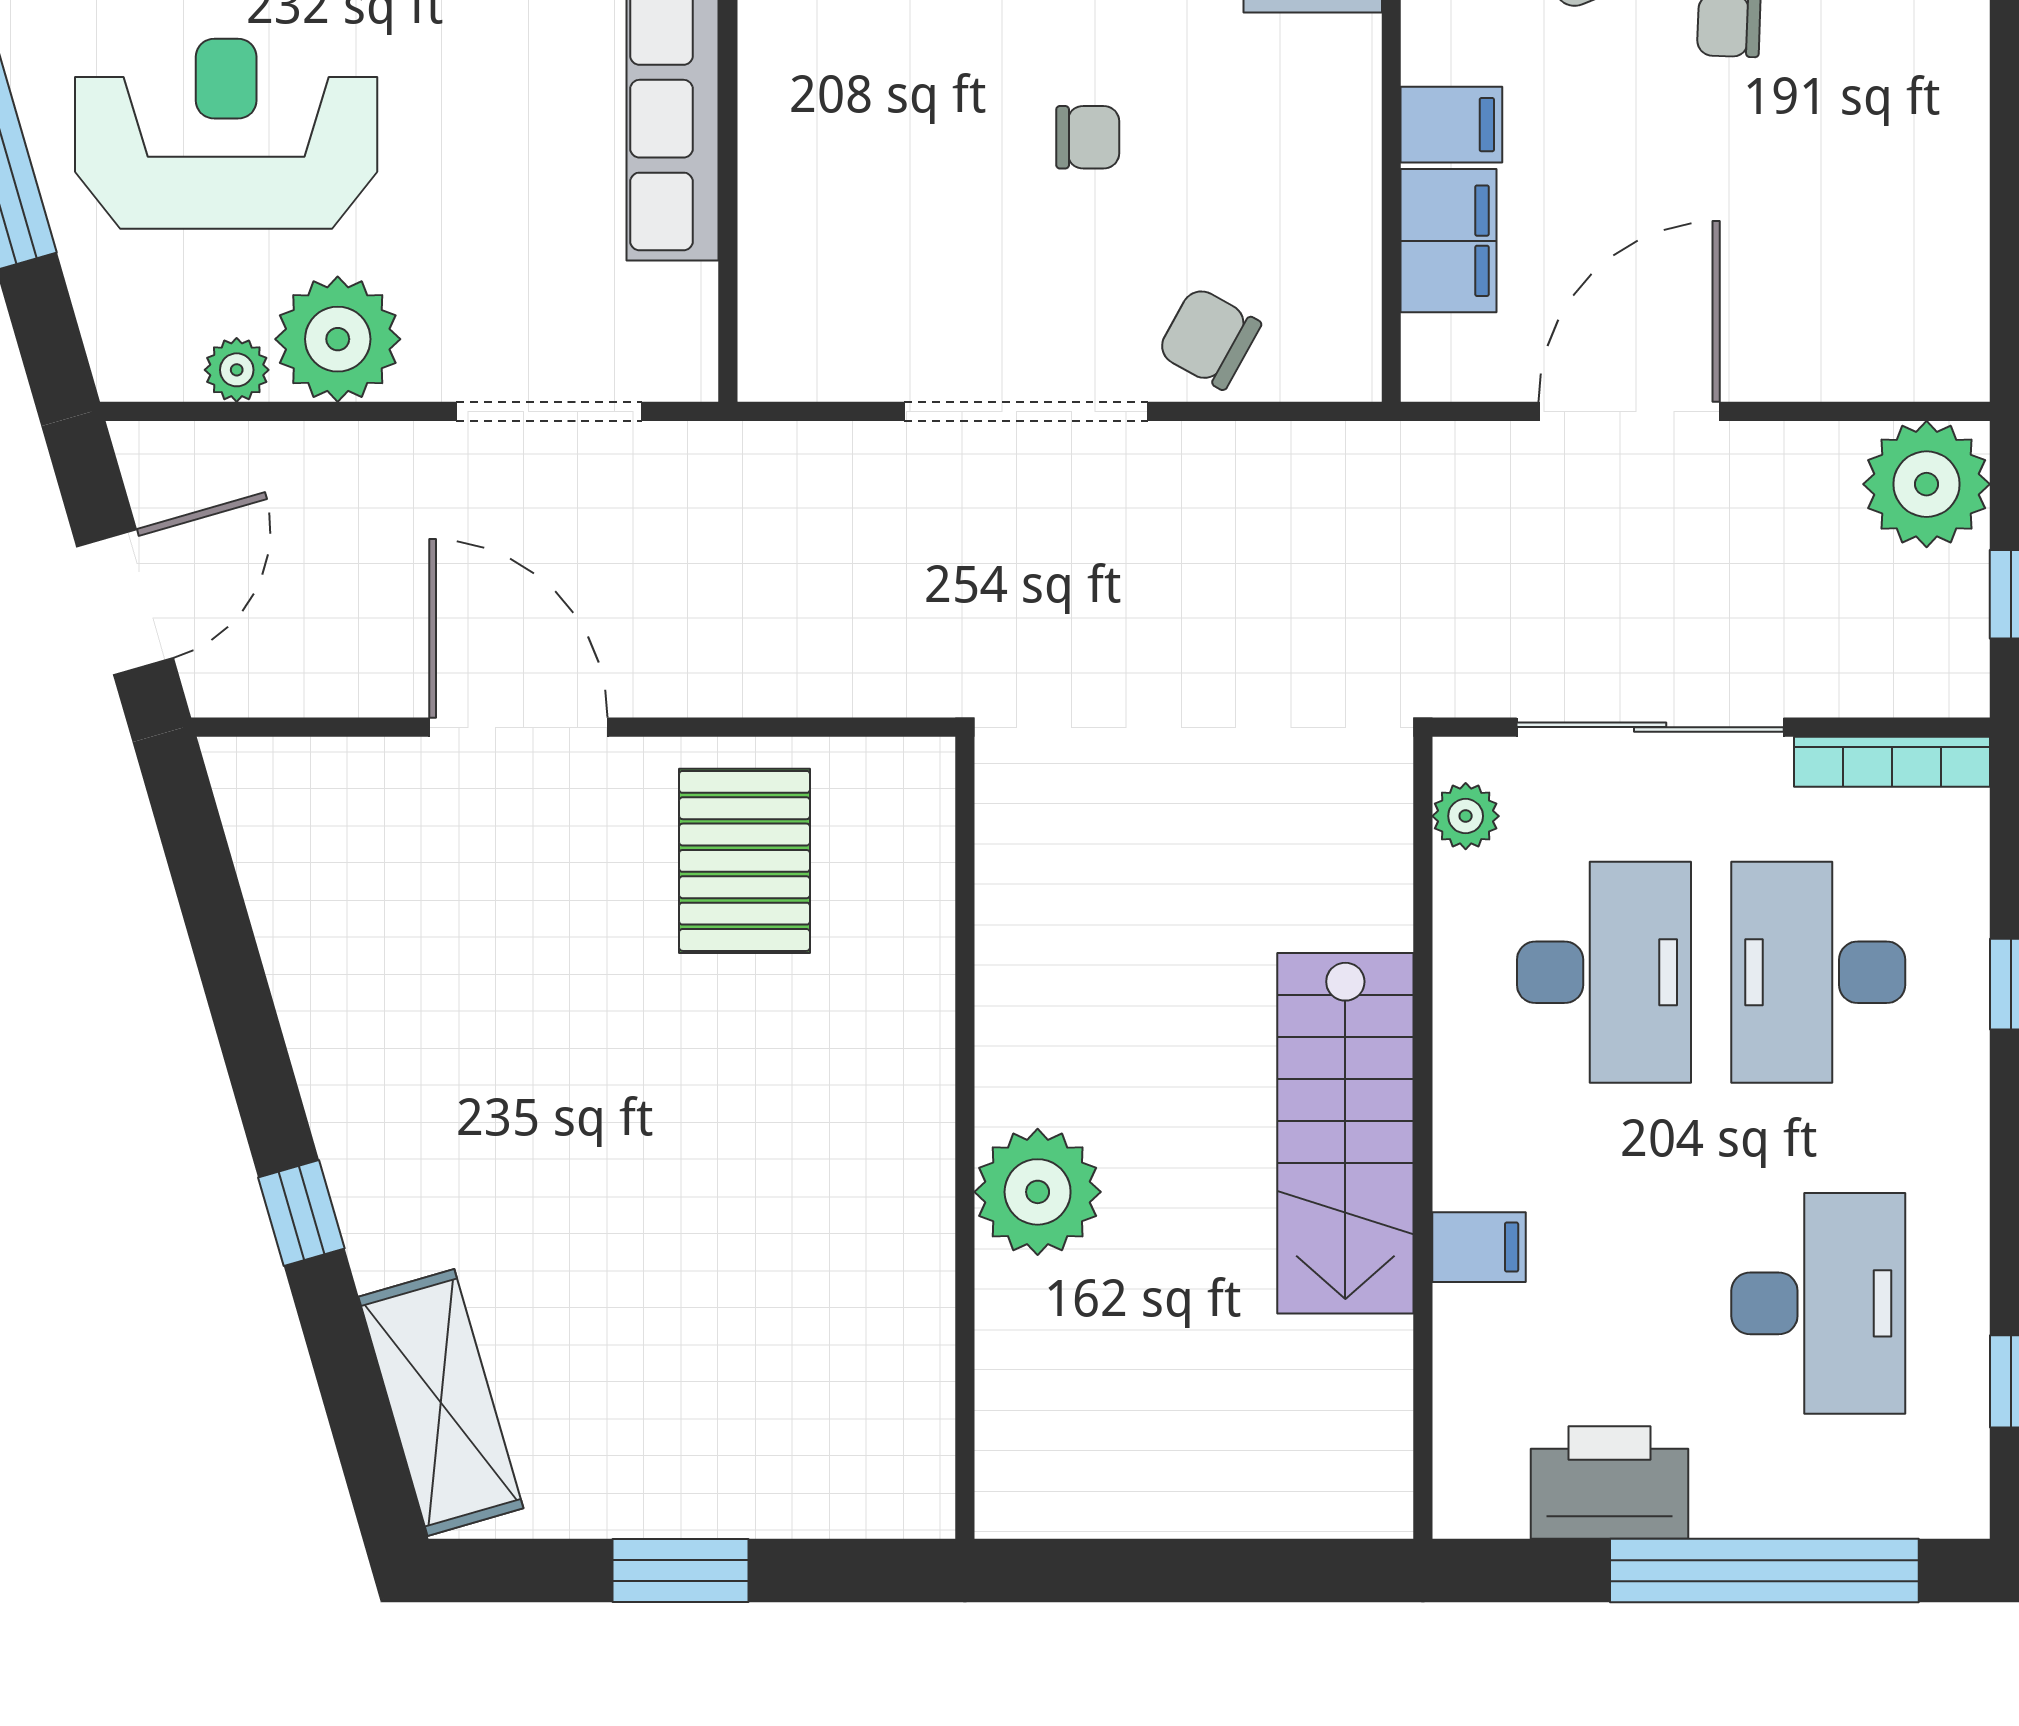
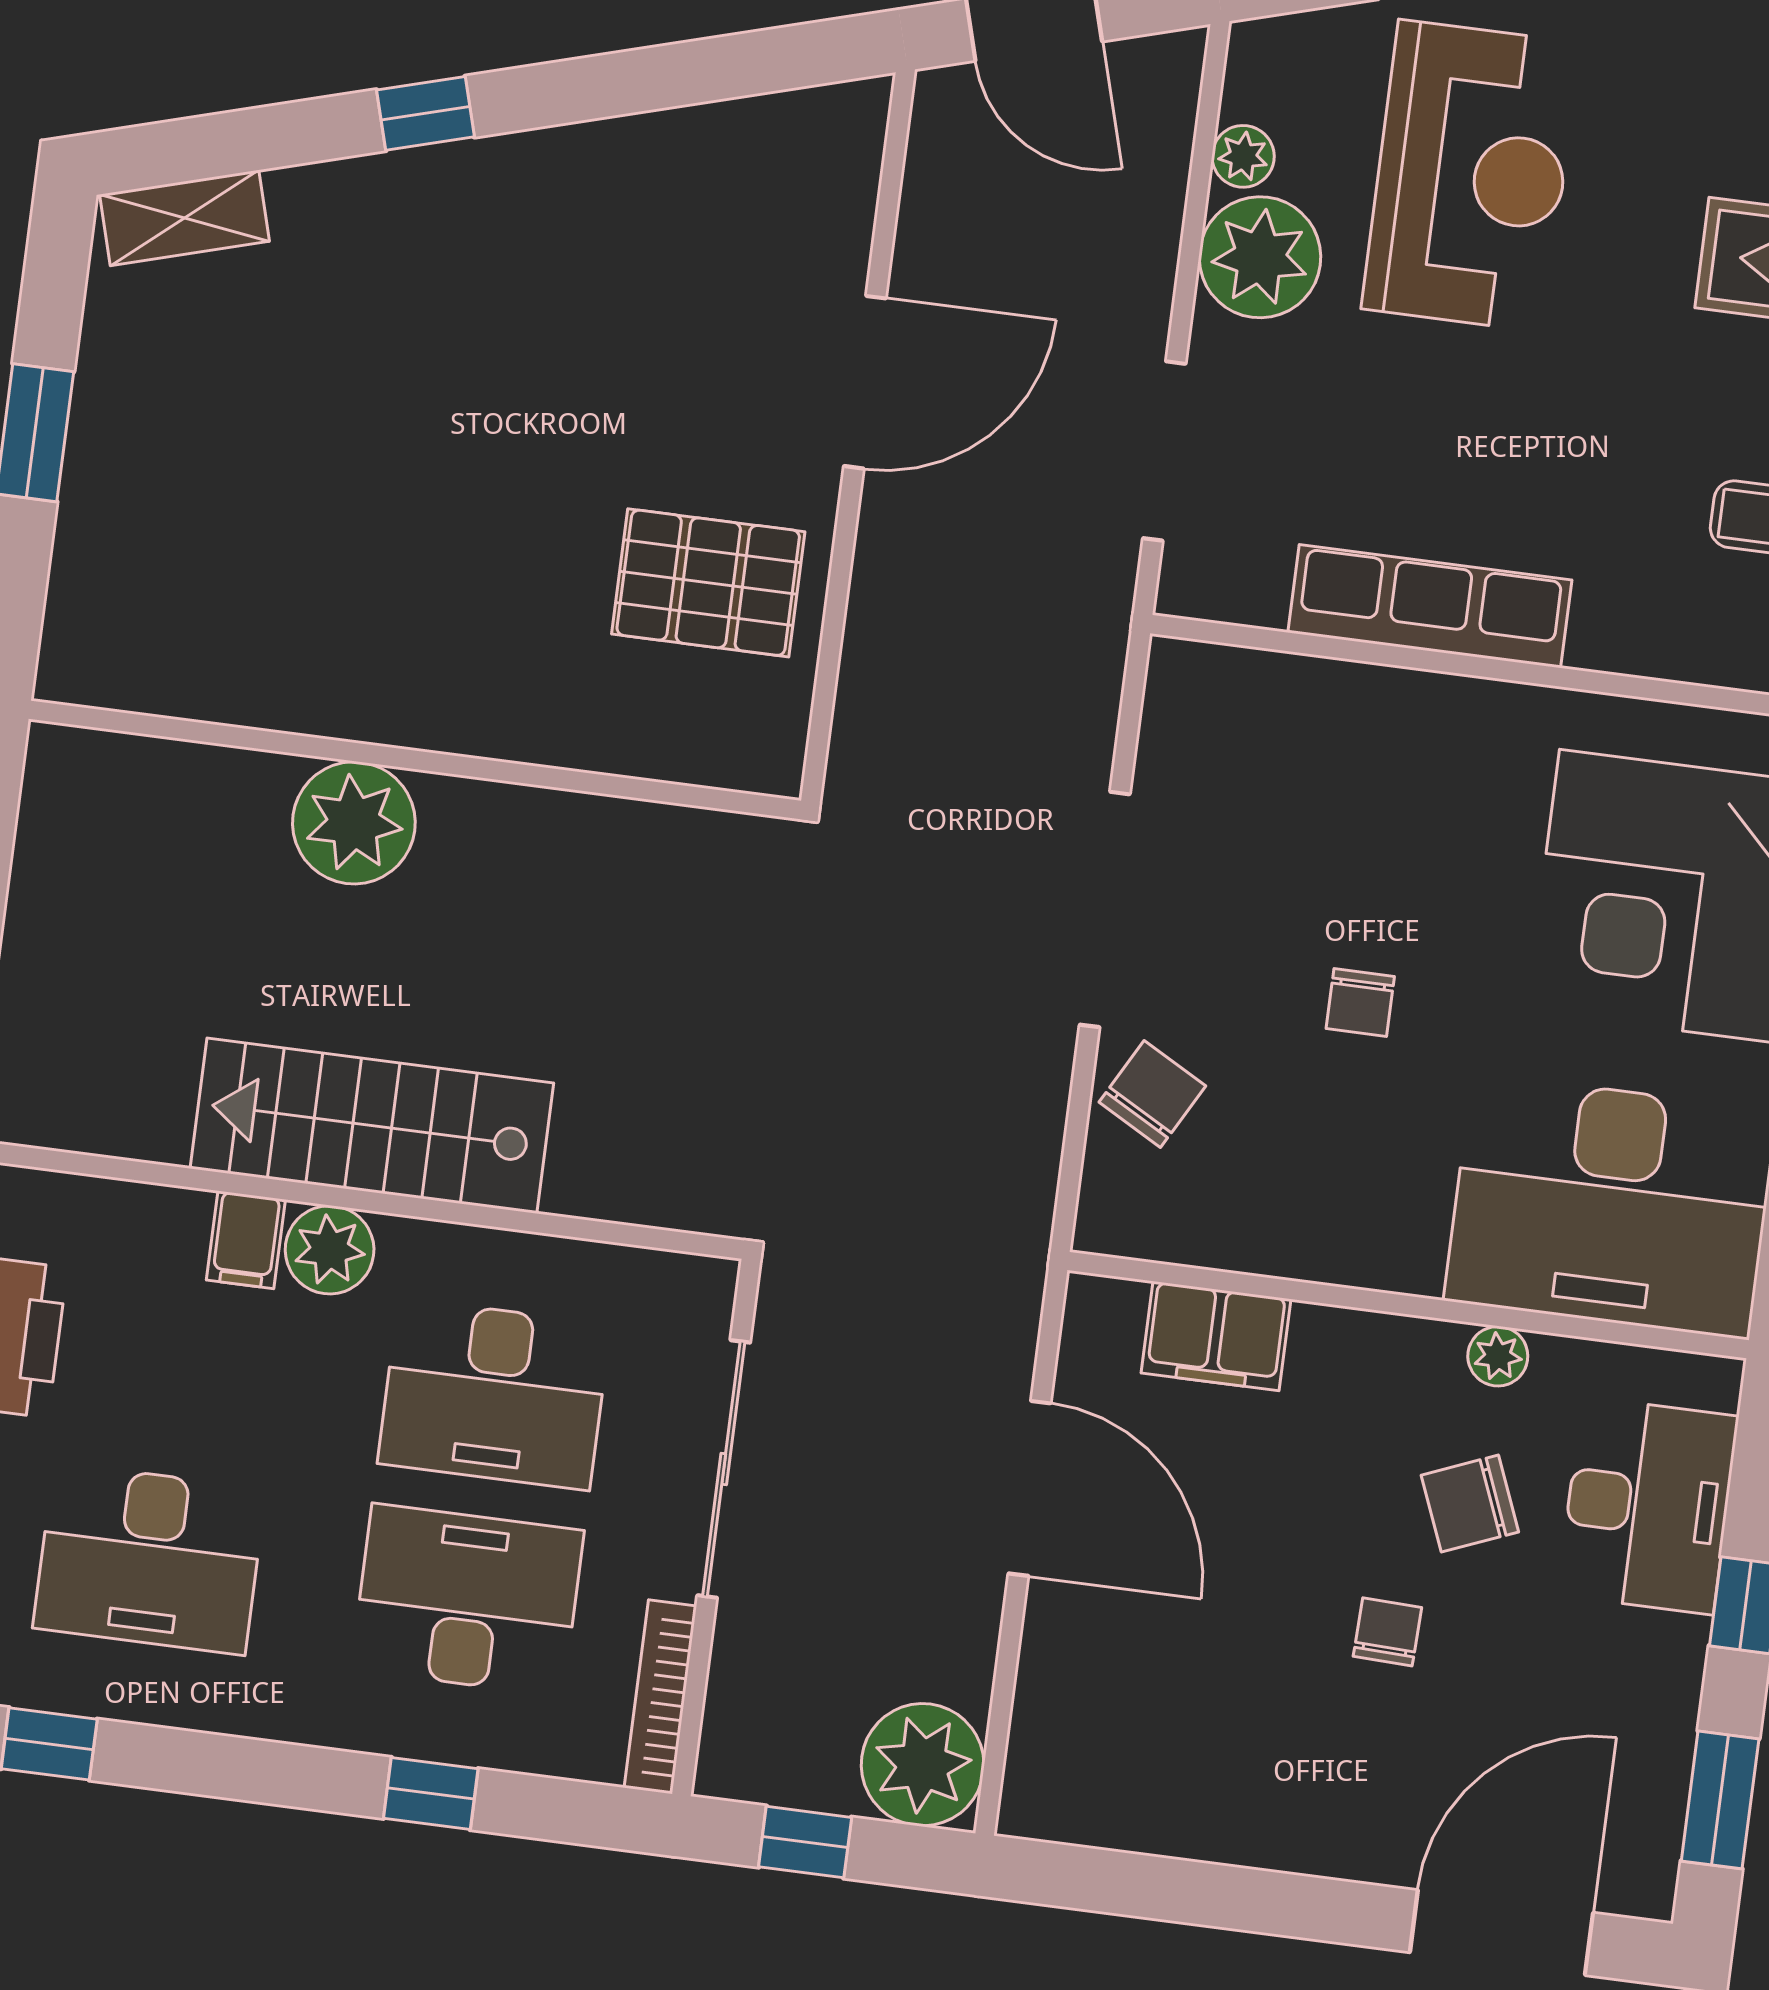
filing cabinet: (1451, 125) -> (1327, 1353), removed
plant: (1466, 816) -> (330, 1250), moved, width x1.38, depth x1.38
shelving: (441, 1402) -> (184, 218), width x0.67, depth x0.75

